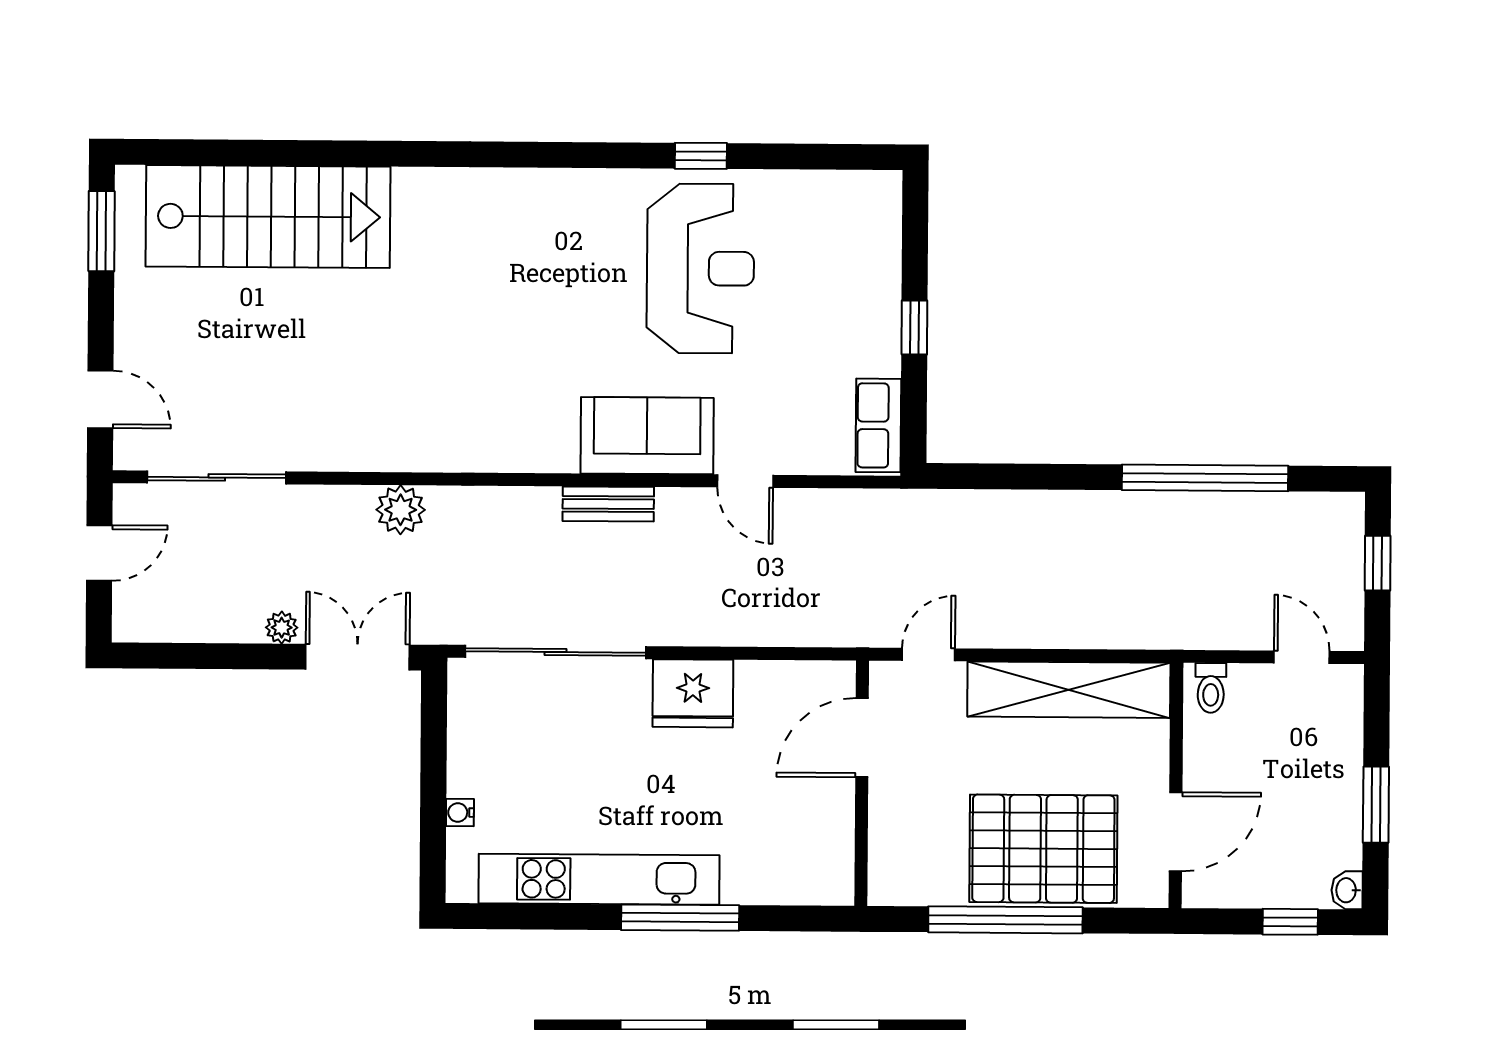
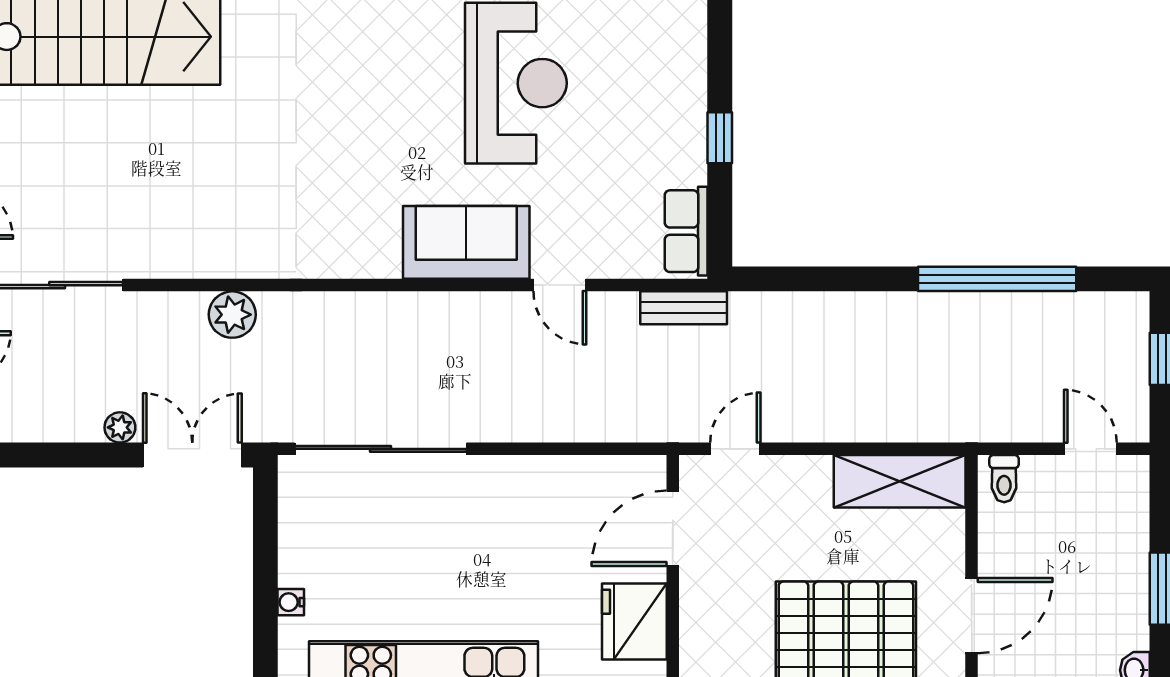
bench: (608, 504) -> (684, 308), moved
shelving: (1069, 690) -> (900, 481), width x0.68
fridge: (693, 693) -> (634, 622), moved, turned 90

